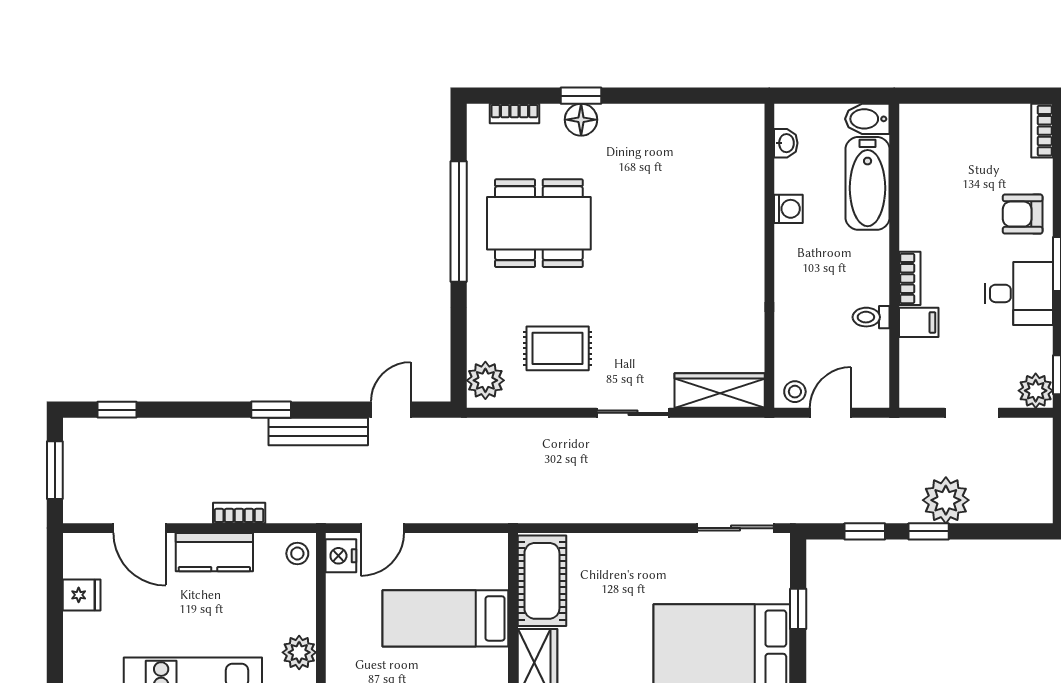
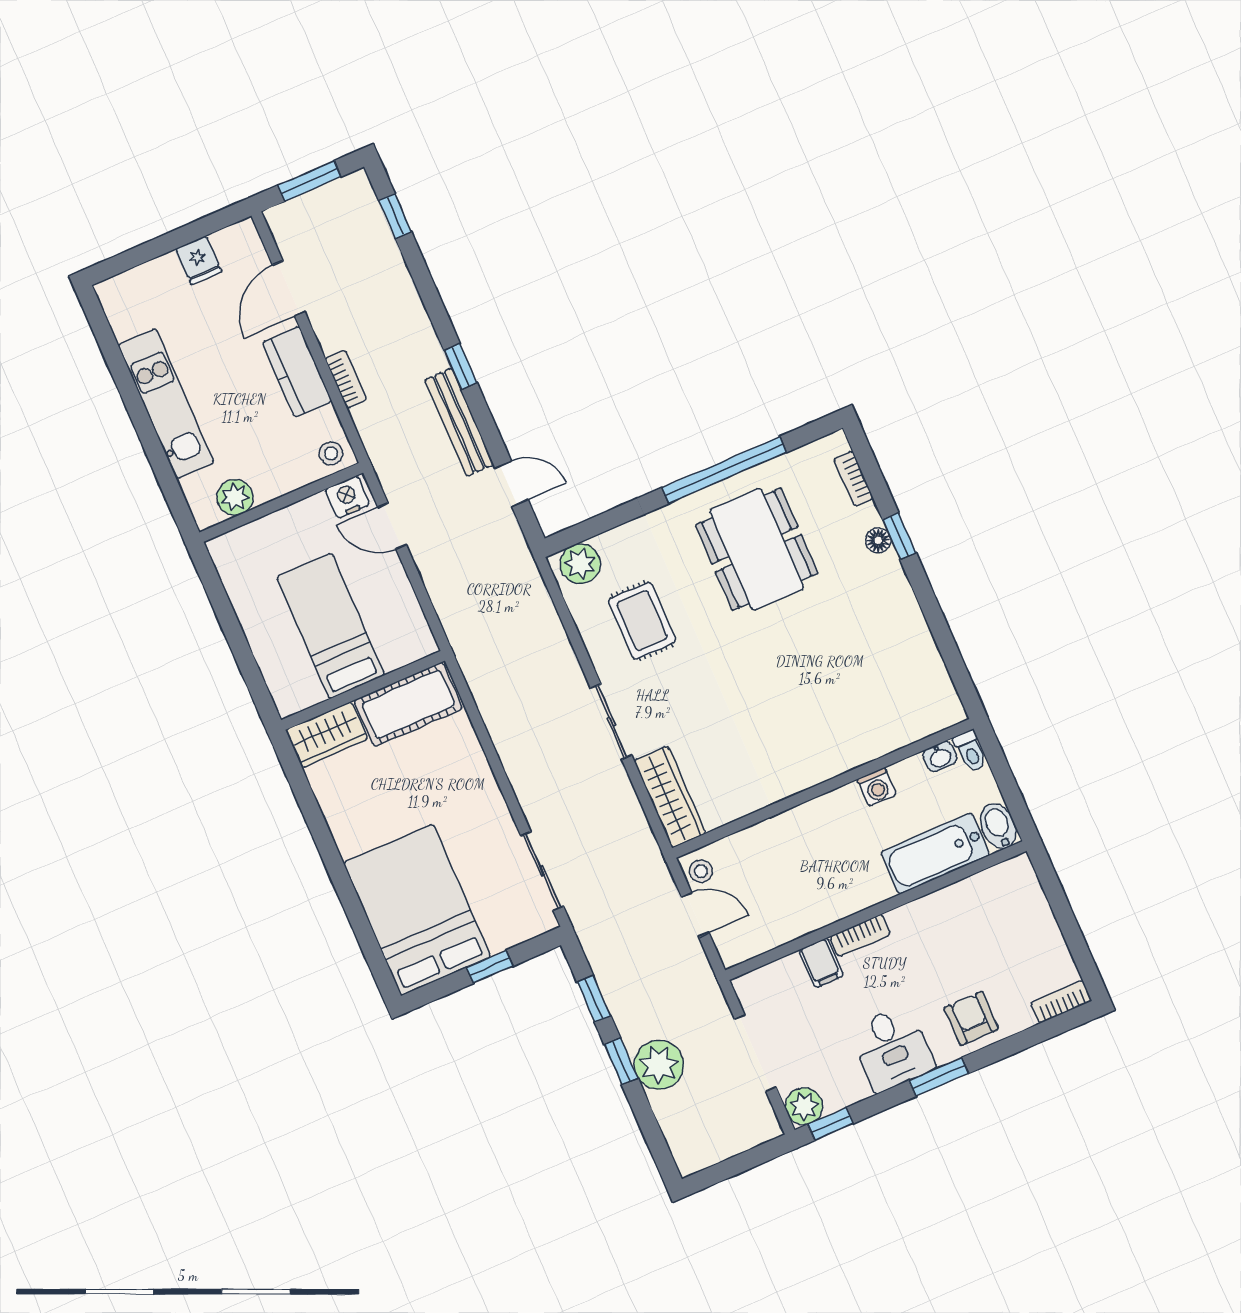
floor lamp: (581, 120) -> (878, 540), width x0.73, depth x0.73
toilet: (871, 317) -> (970, 751), moved, turned 180
doorway: (972, 413) -> (755, 1053), width x1.38

